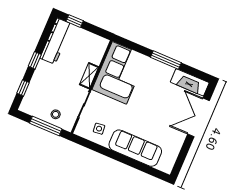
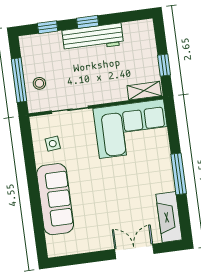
window: (75, 21) -> (164, 65), moved
workbench: (56, 41) -> (93, 38), moved
shelving: (89, 76) -> (144, 91), moved
double door: (199, 117) -> (134, 251), width x0.73

